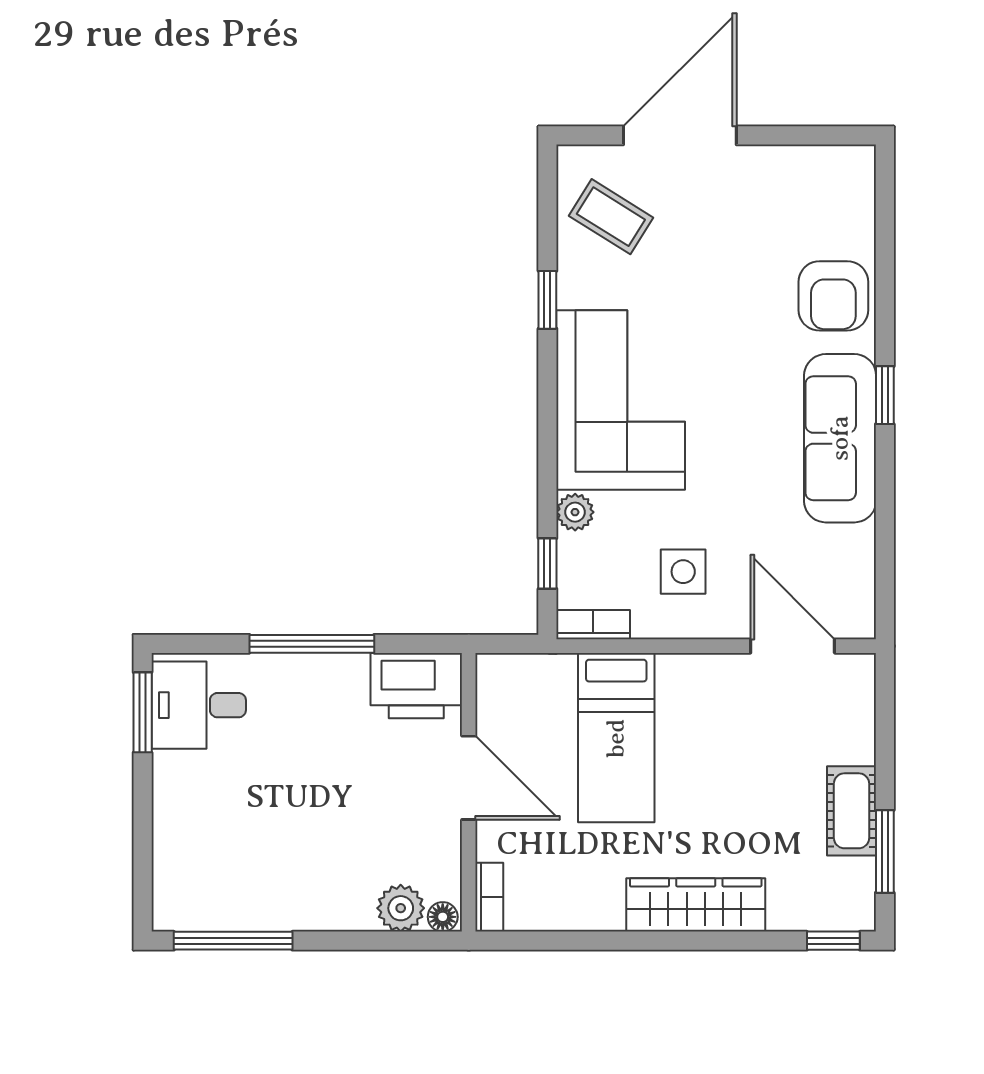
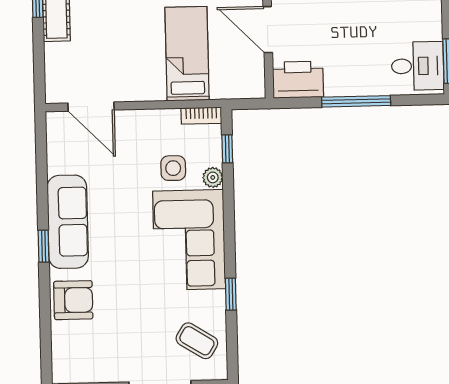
armchair: (833, 296) -> (73, 300), turned 90
side table: (683, 572) -> (173, 168), moved

